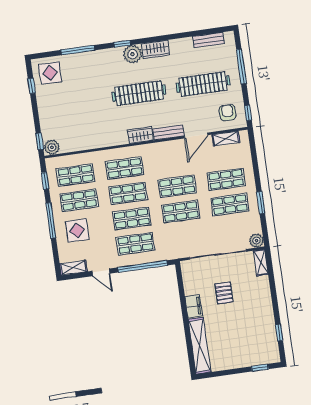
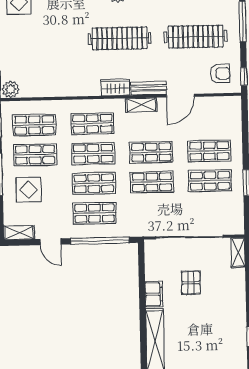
armchair: (228, 113) -> (220, 73), turned 90
shelving: (226, 139) -> (141, 105), moved
plant: (257, 241) -> (236, 226), removed

